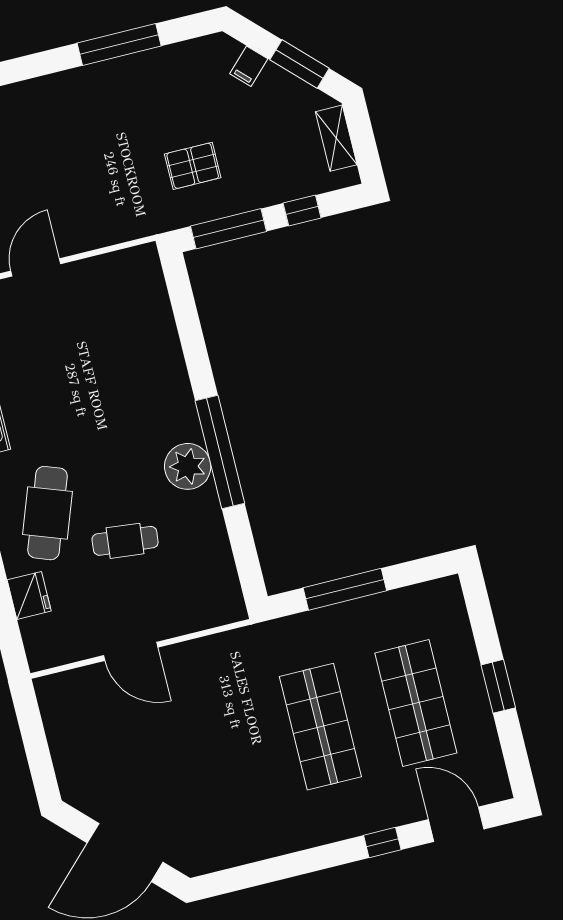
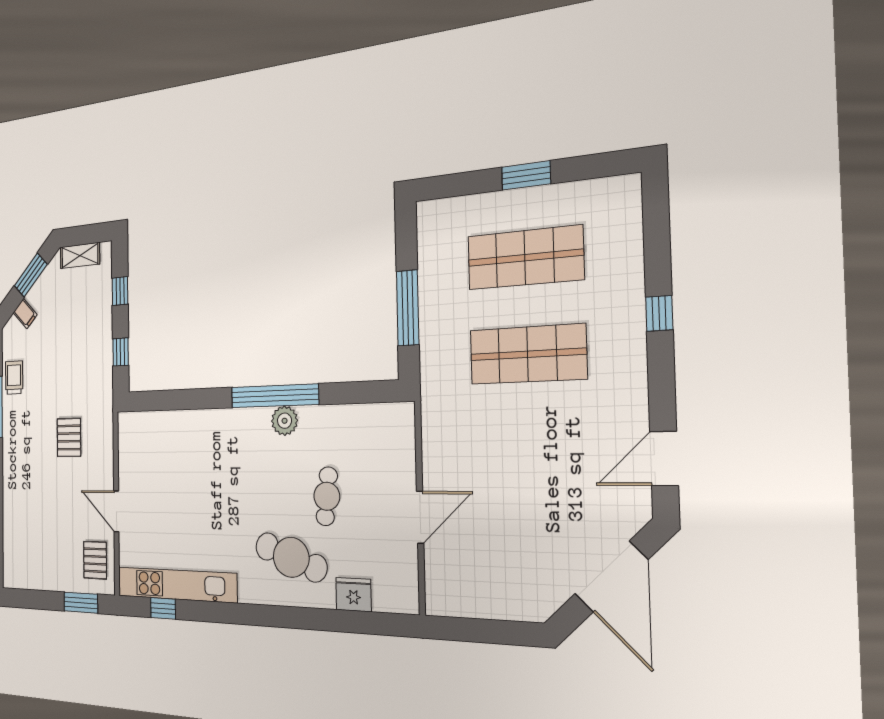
trolley: (164, 67) -> (14, 378), added
pallet: (193, 166) -> (69, 437), moved
window: (228, 229) -> (121, 352), width x0.46
plant: (188, 466) -> (285, 421), width x0.73, depth x0.73
door: (456, 824) -> (664, 458), moved

